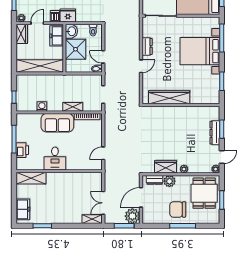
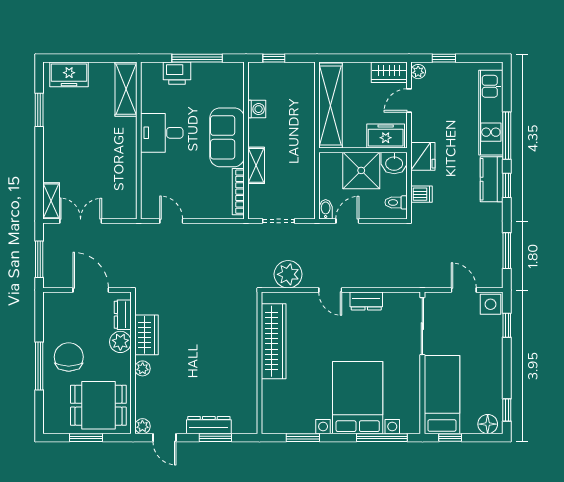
dishwasher: (55, 16) -> (422, 194), moved
door: (37, 23) -> (409, 101), swing flipped
plant: (132, 216) -> (288, 274), moved

